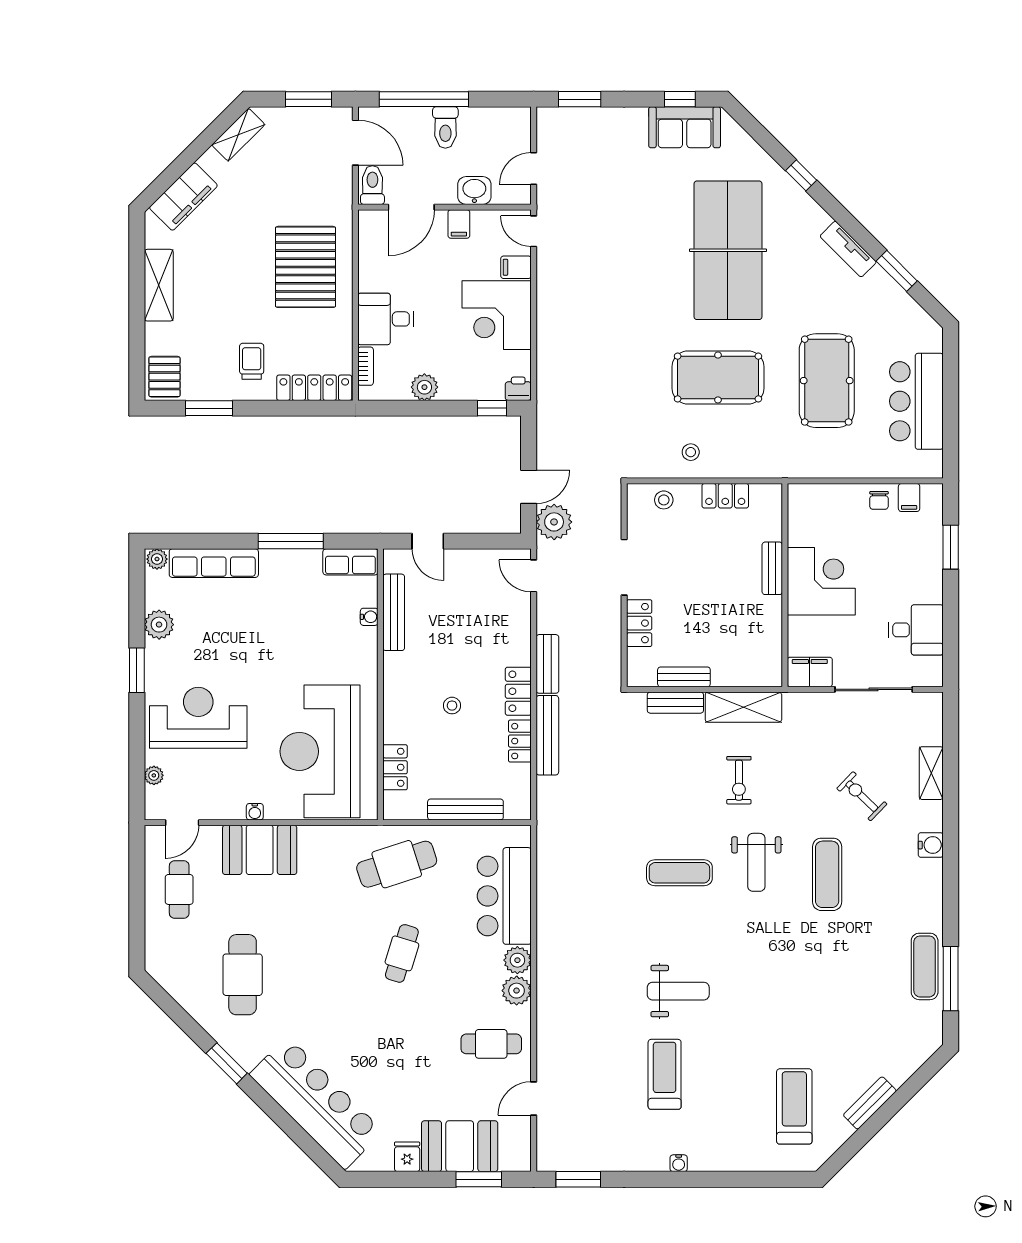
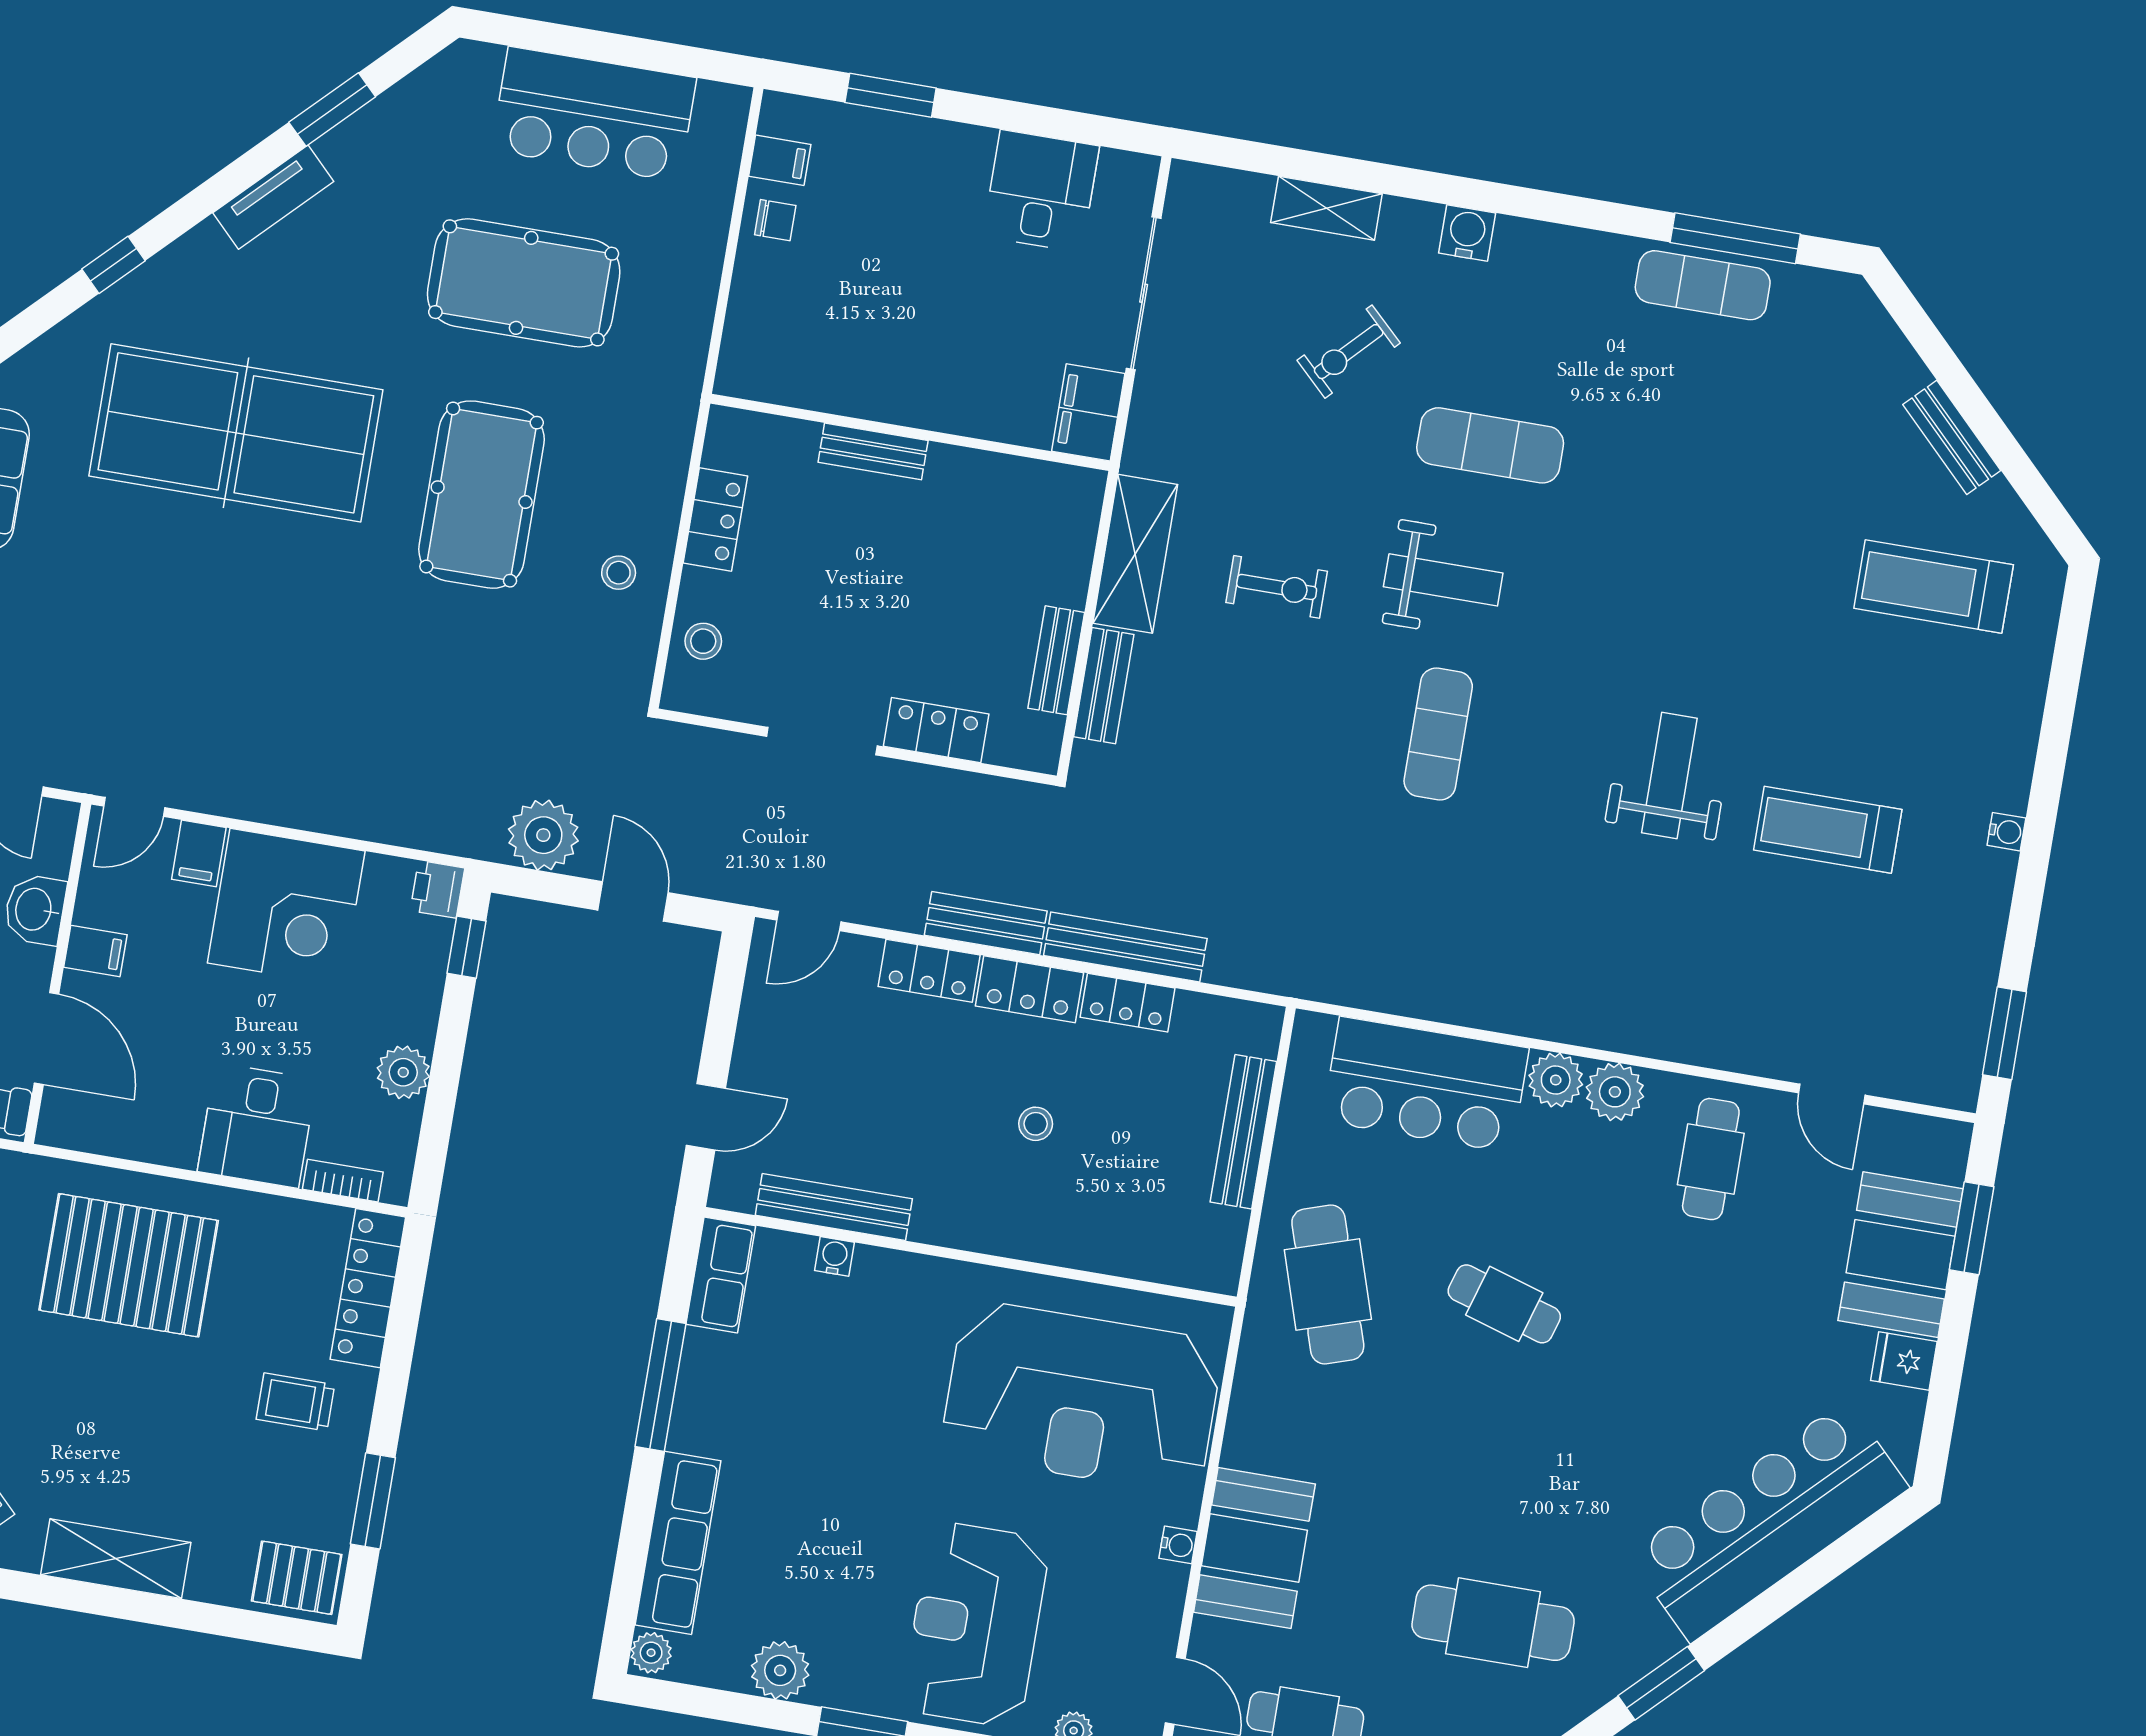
plant: (554, 522) -> (543, 835), moved
corner desk: (821, 581) -> (915, 360), removed
locker: (395, 767) -> (929, 971), moved, turned 180

